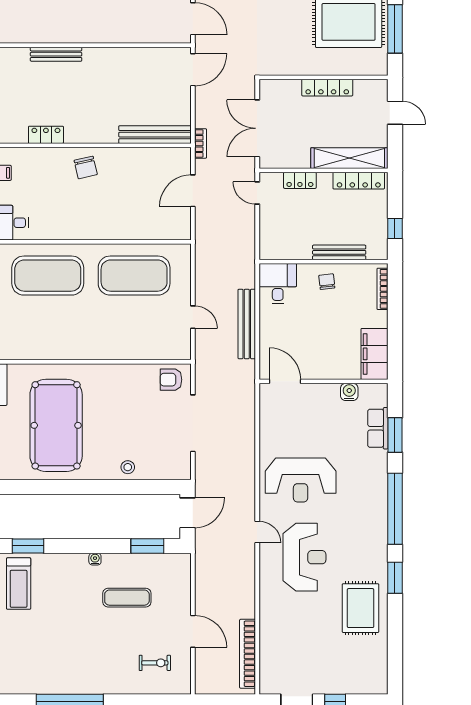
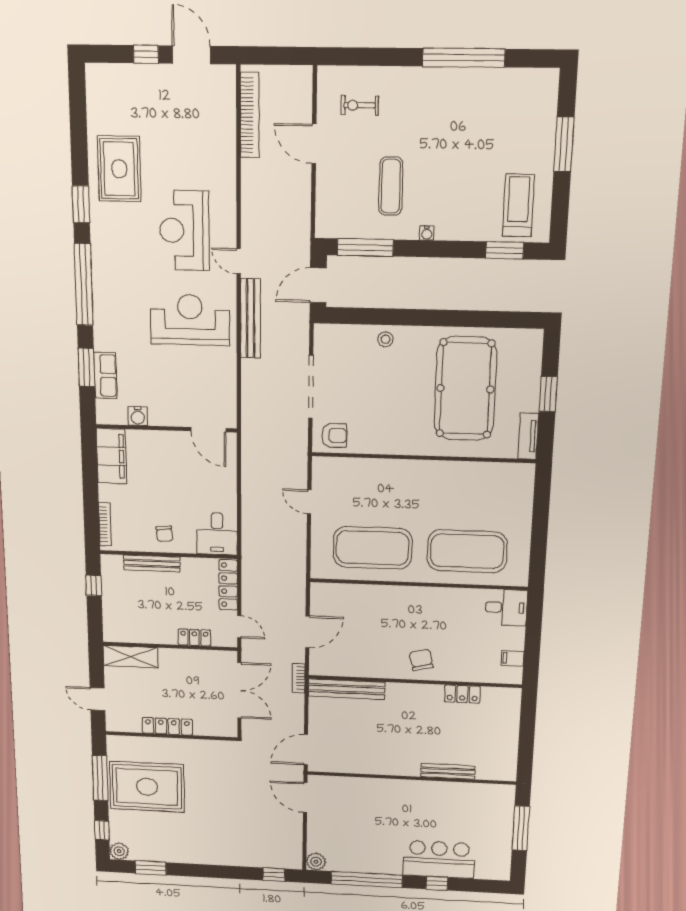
shelving: (349, 158) -> (131, 657), width x0.68
locker: (359, 181) -> (228, 585), moved, turned -90
bench: (247, 324) -> (251, 318), moved
window: (147, 546) -> (365, 247), width x1.44
exercise mat: (127, 598) -> (391, 186), turned 90

